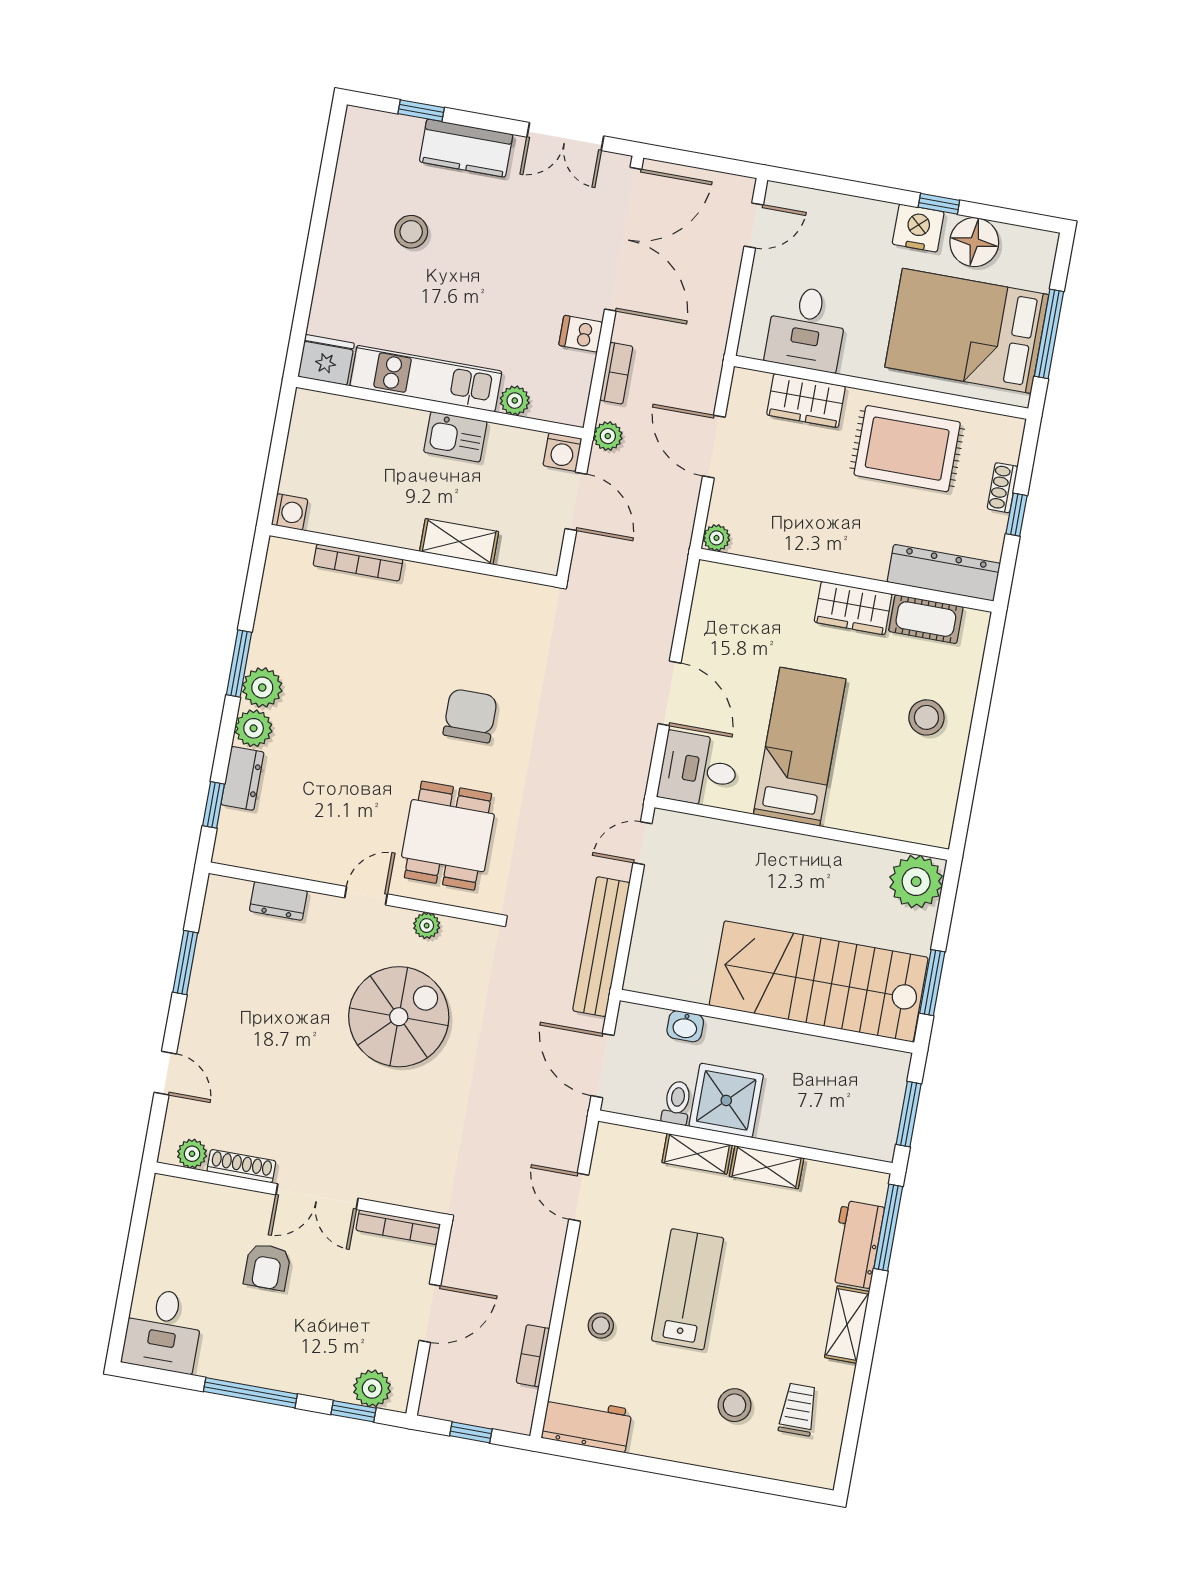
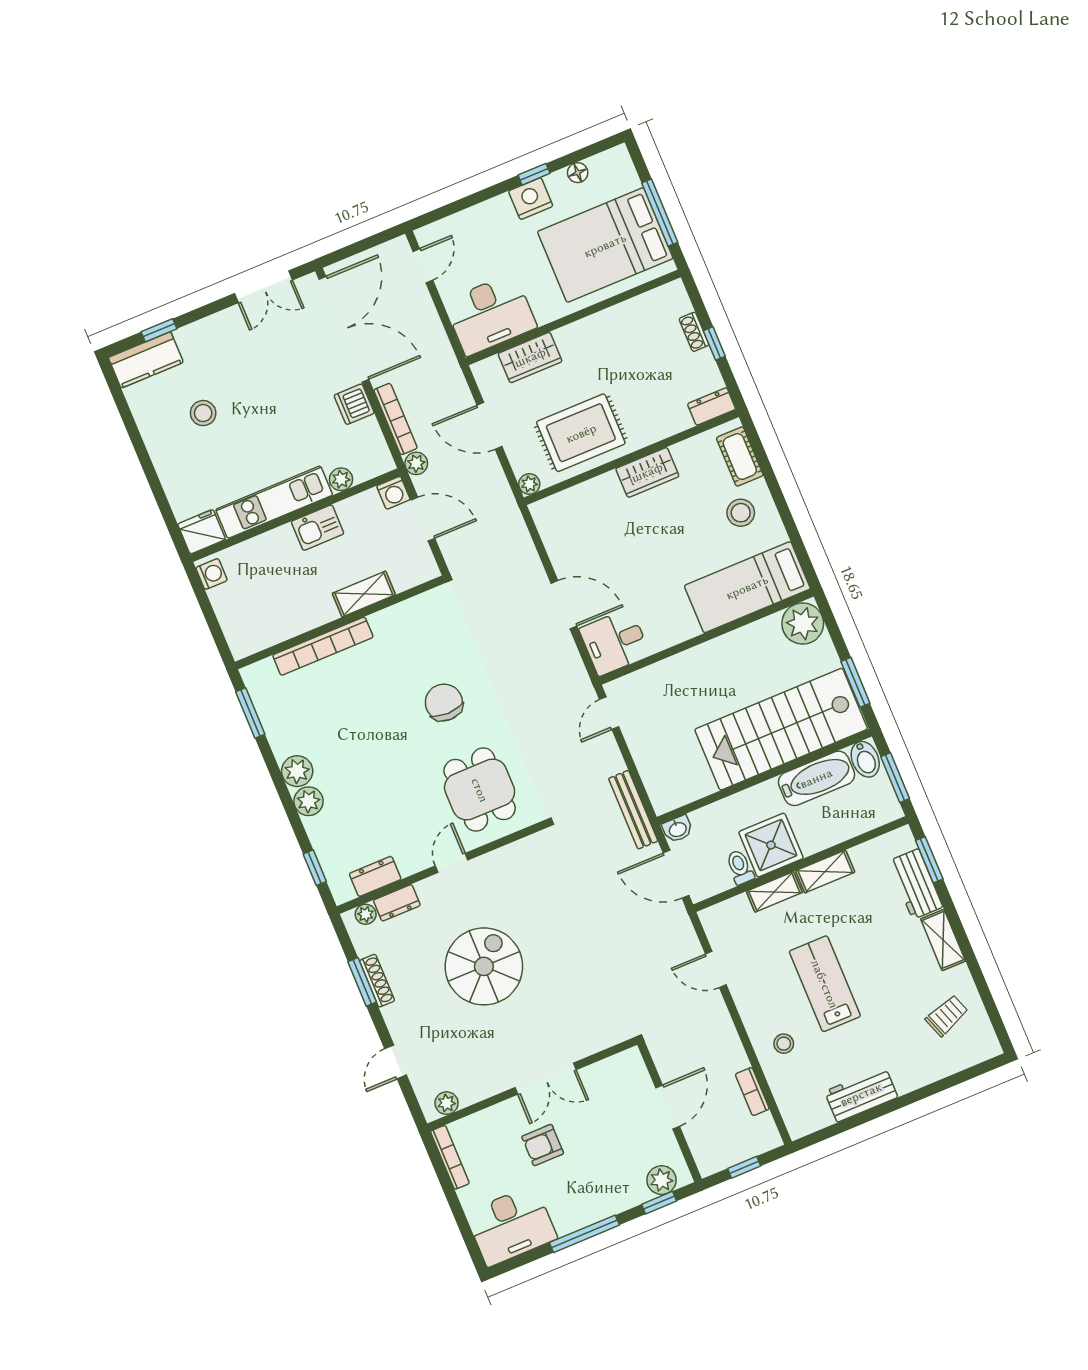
kitchen counter: (466, 148) -> (146, 360), moved
floor lamp: (974, 242) -> (578, 173), width x0.53, depth x0.53
desk: (806, 328) -> (490, 314), width x1.37
dishwasher: (581, 334) -> (354, 404), width x1.38
bookcase: (616, 373) -> (395, 419), width x1.56
rug: (907, 449) -> (581, 433), moved
washing machine: (290, 512) -> (212, 574), moved
bookcase: (358, 562) -> (323, 646), width x1.48, depth x1.31
dresser: (944, 573) -> (712, 406), width x0.51, depth x0.80
cot: (926, 619) -> (740, 457), moved, turned 90
window: (239, 663) -> (250, 713), moved
bed: (800, 747) -> (747, 587), moved, turned -90
dresser: (242, 778) -> (375, 876), moved, turned -90
plant: (427, 926) -> (366, 914), moved
bench: (601, 947) -> (633, 810), width x0.73, depth x0.82
spiral stairs: (399, 1017) -> (484, 966), moved
washbasin: (685, 1026) -> (678, 829), moved
bathtub: (823, 1060) -> (816, 778), added
door: (165, 1073) -> (396, 1062), swing flipped
bidet: (889, 1073) -> (865, 759), added
shoe rack: (241, 1166) -> (377, 981), moved, turned 90
bookcase: (398, 1227) -> (450, 1157), moved, turned -90
window: (888, 1227) -> (929, 860), width x0.69
armchair: (267, 1267) -> (543, 1145), turned 90
desk: (163, 1330) -> (511, 1226), width x1.37
stool: (734, 1405) -> (904, 1039), removed
trolley: (798, 1409) -> (947, 1016), turned 70
workbench: (587, 1424) -> (861, 1094), moved

